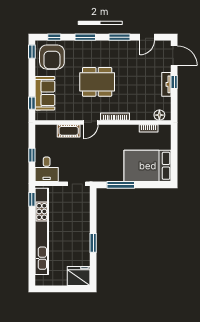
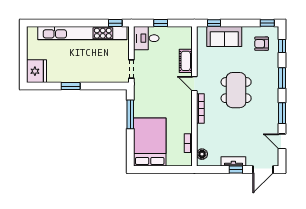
armchair: (52, 57) -> (262, 44), width x0.53, depth x0.53

